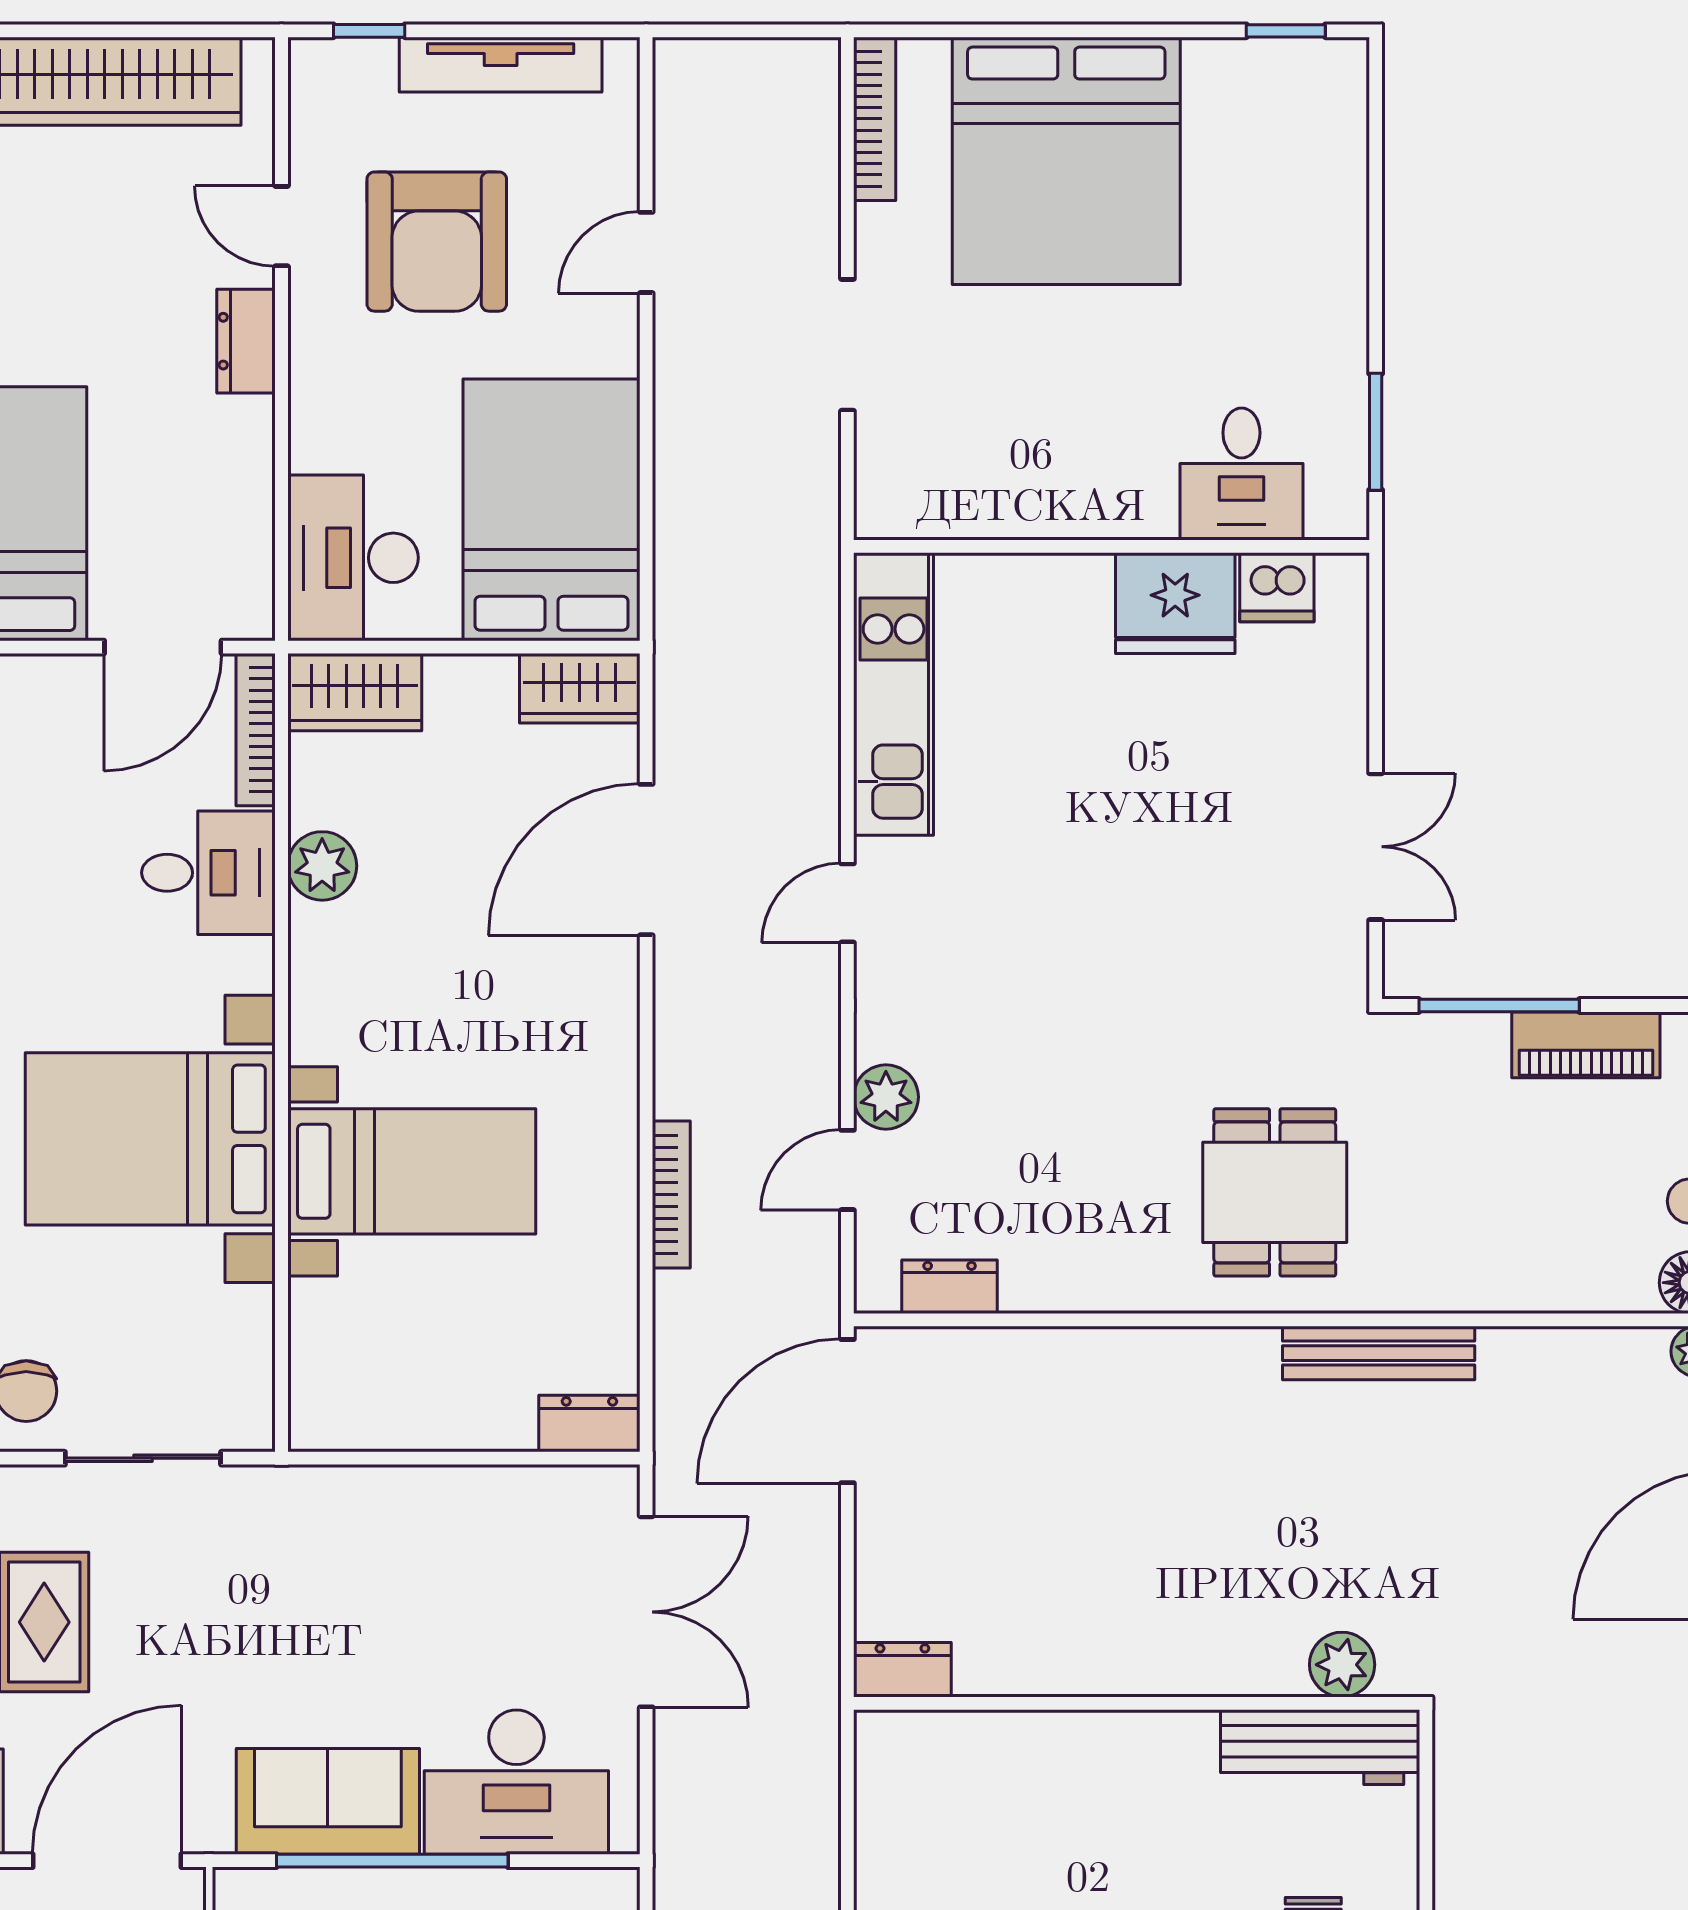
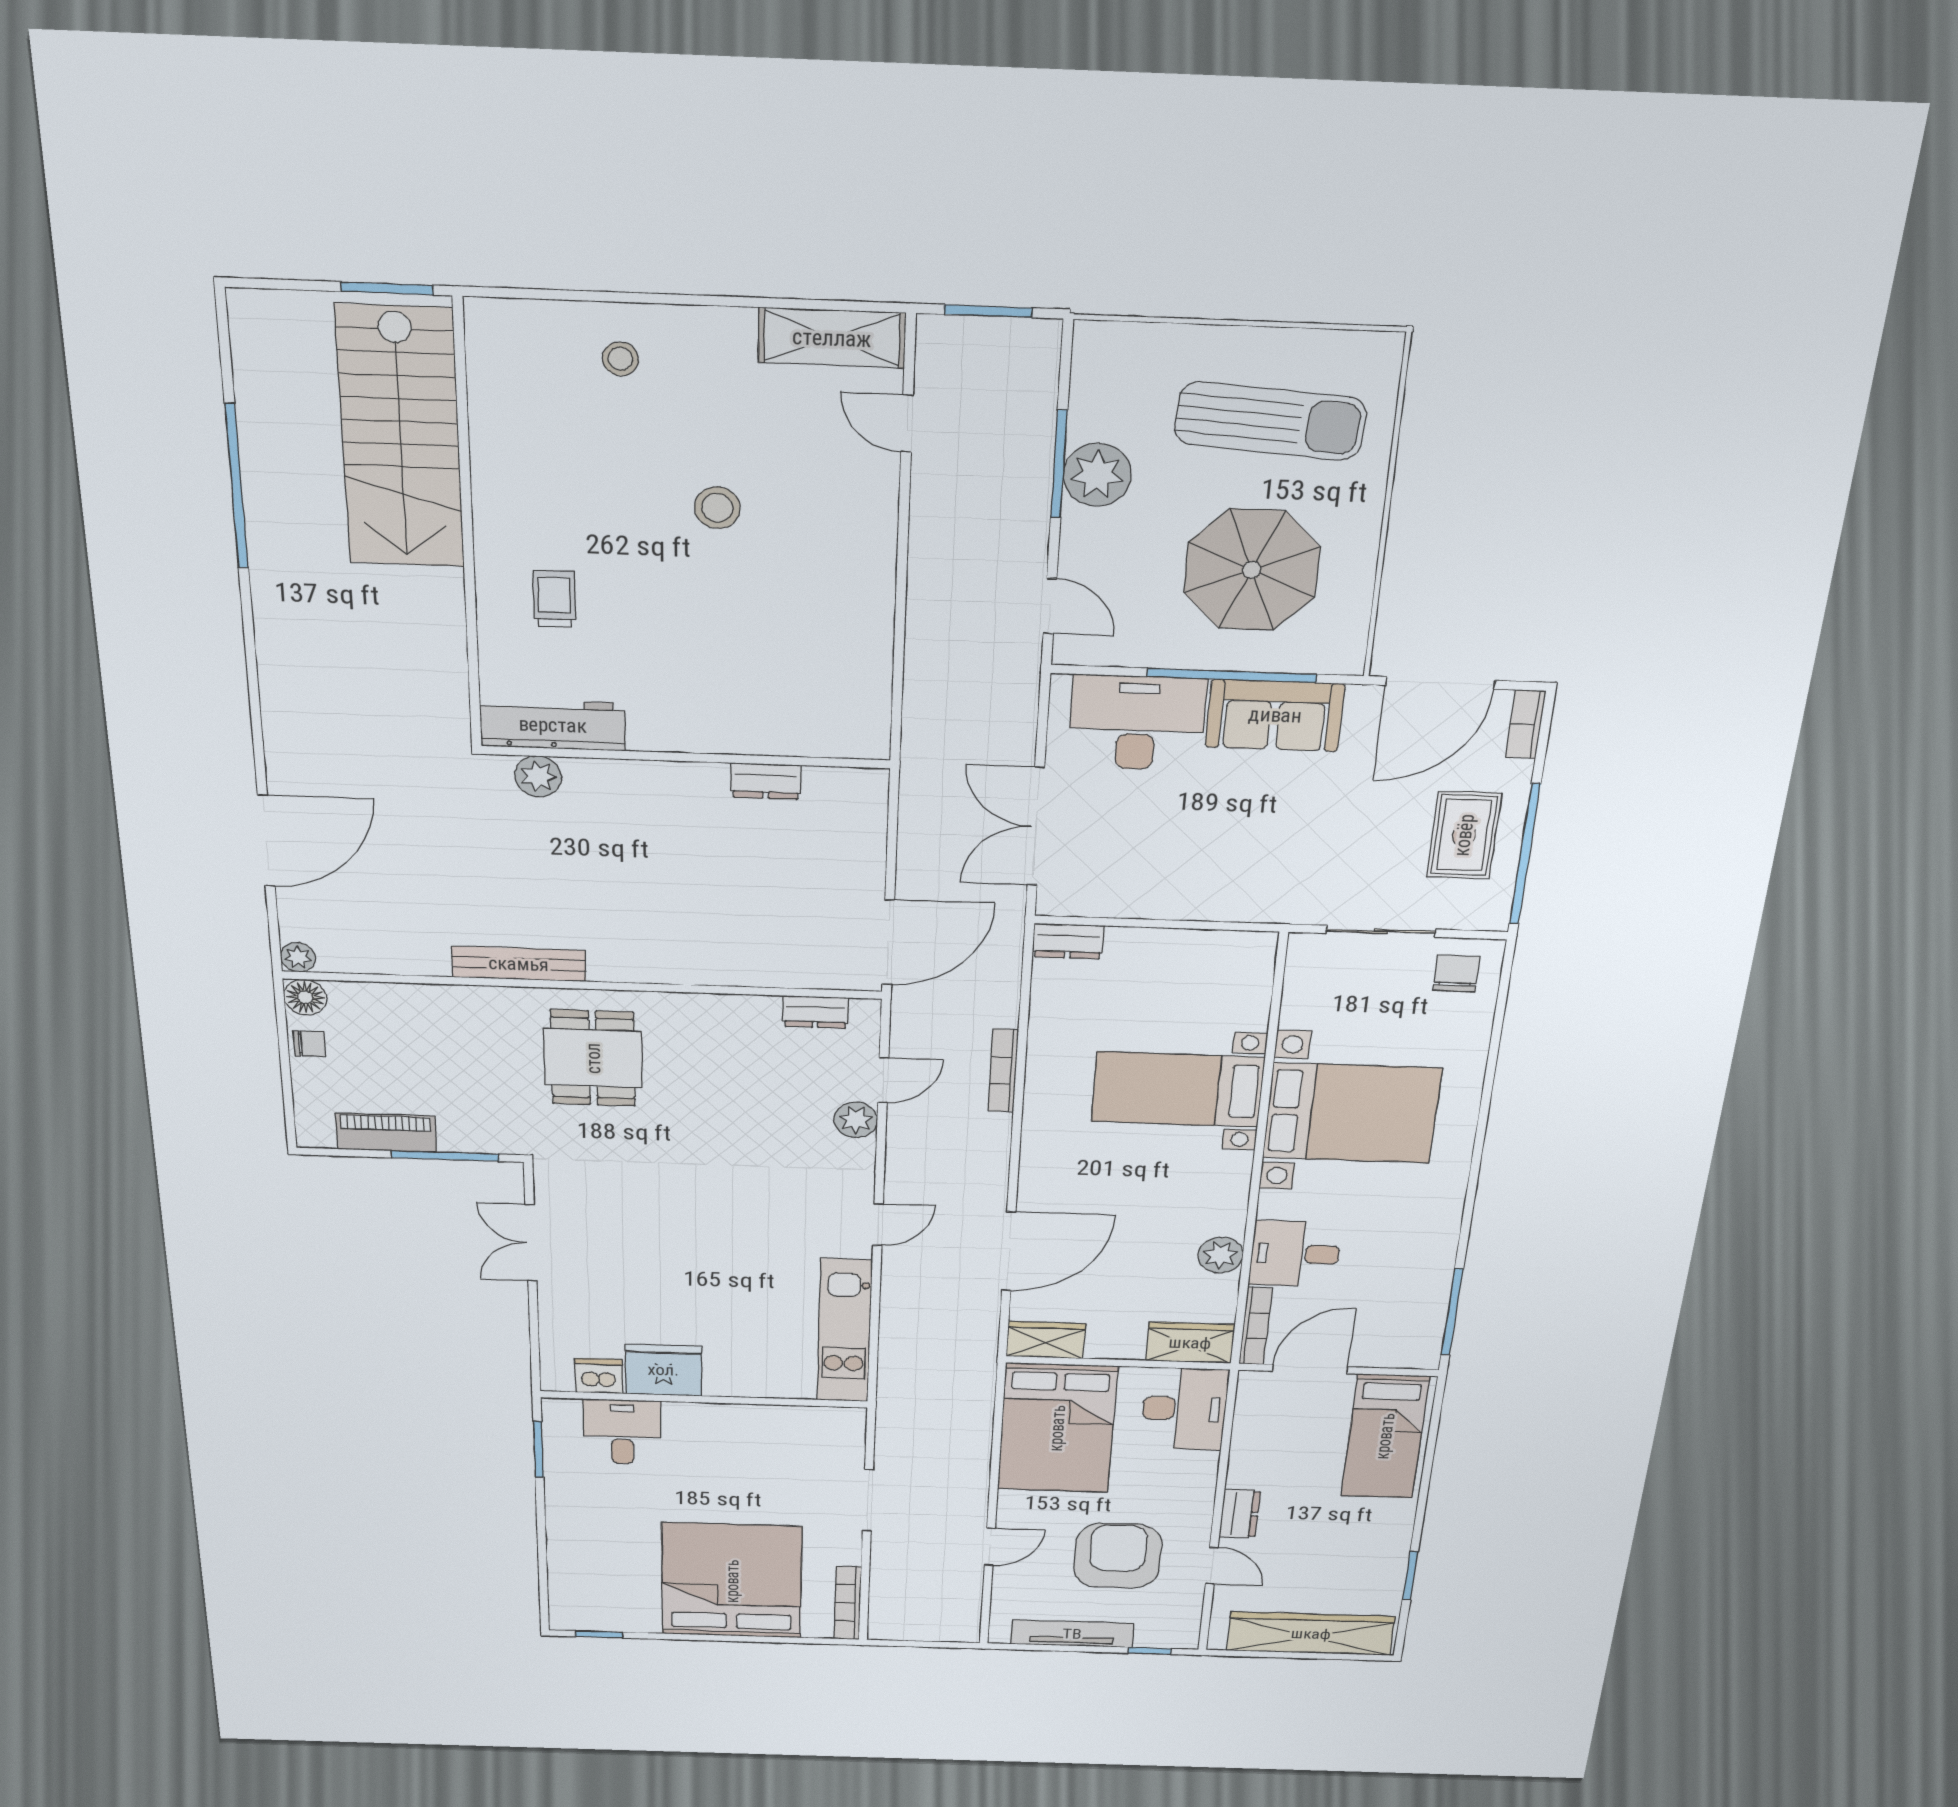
dresser: (902, 1670) -> (766, 781), moved

